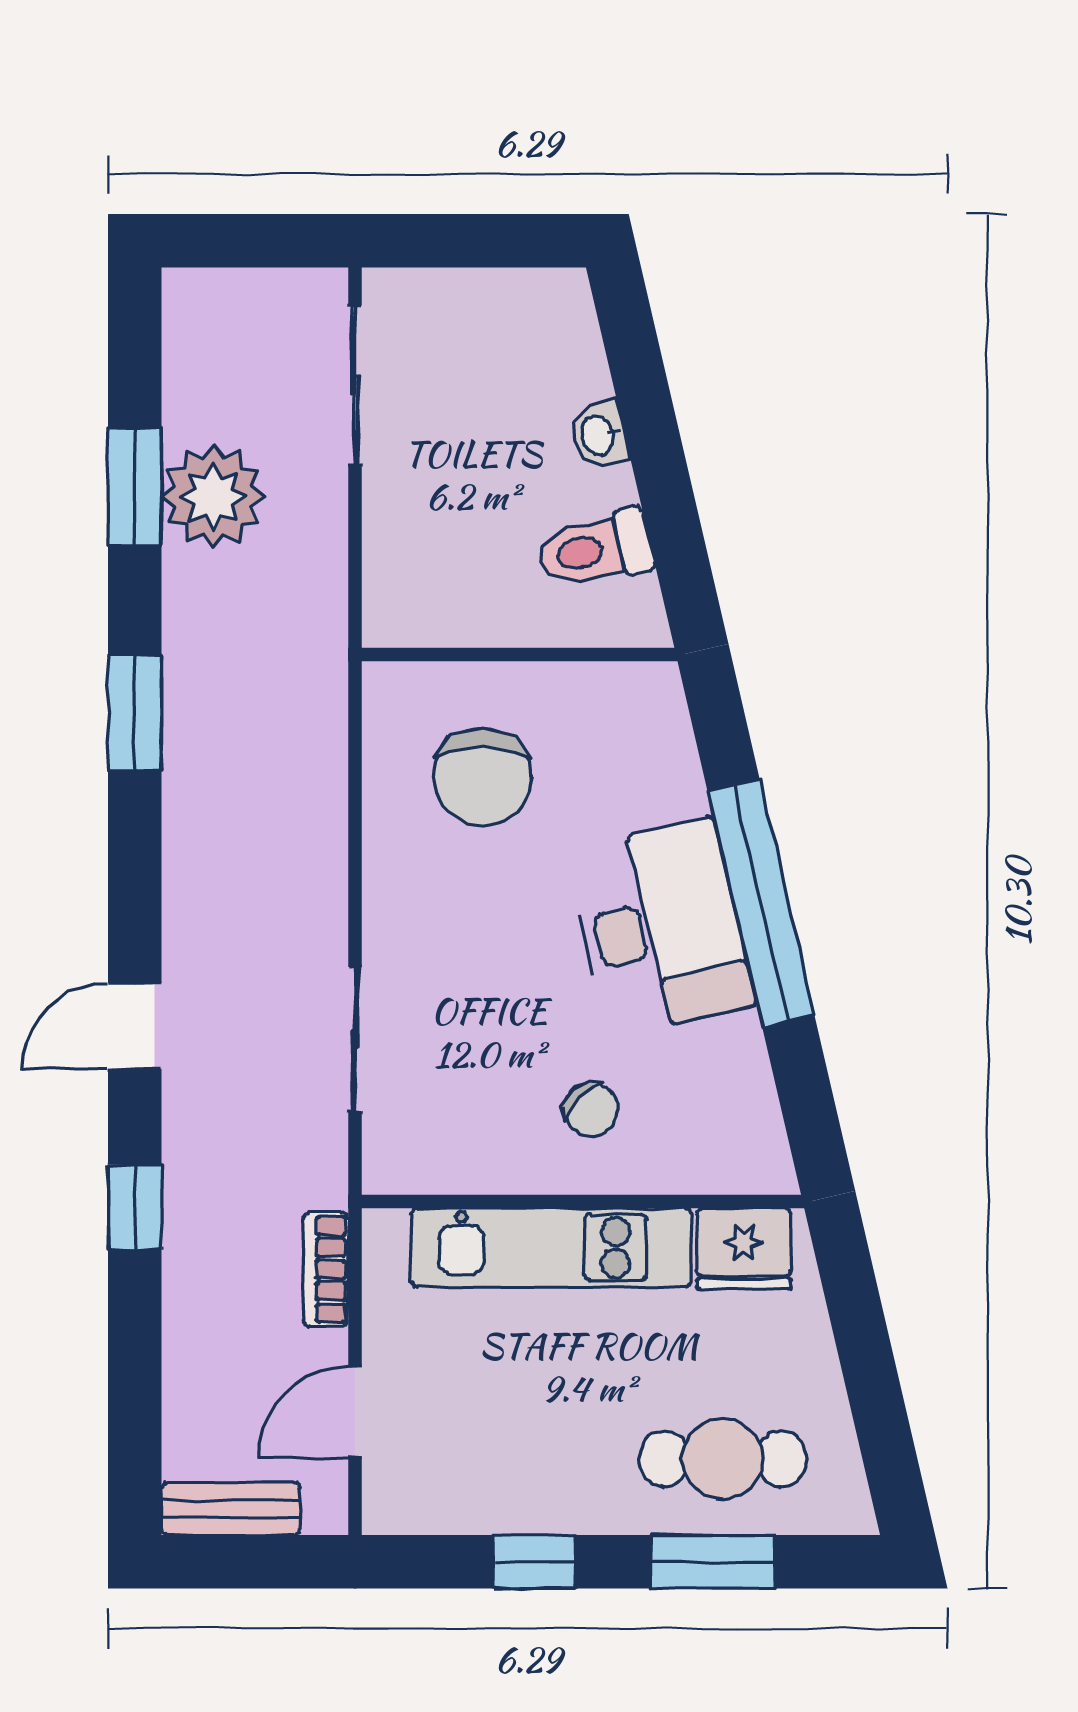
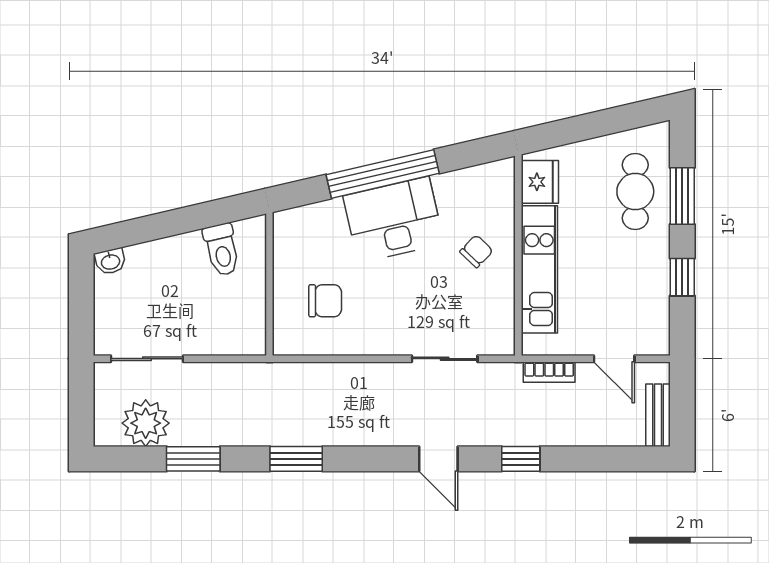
washbasin: (599, 435) -> (110, 261), moved
plant: (213, 497) -> (146, 423), moved
chair: (482, 777) -> (325, 301), width x0.73, depth x0.73

